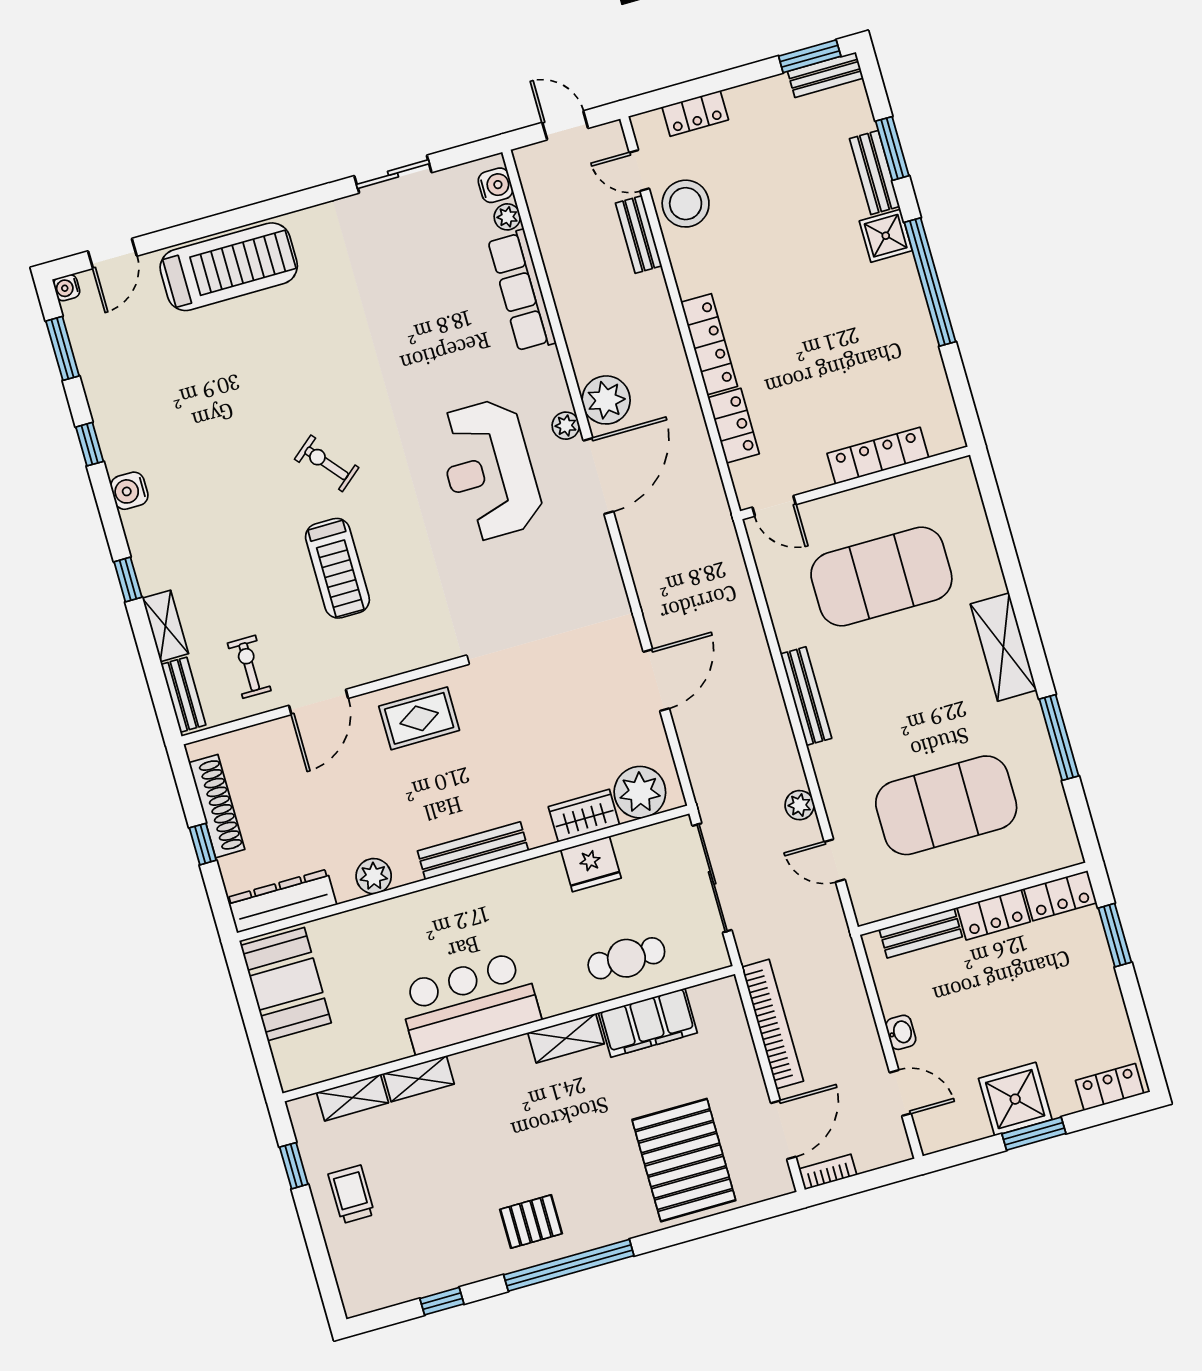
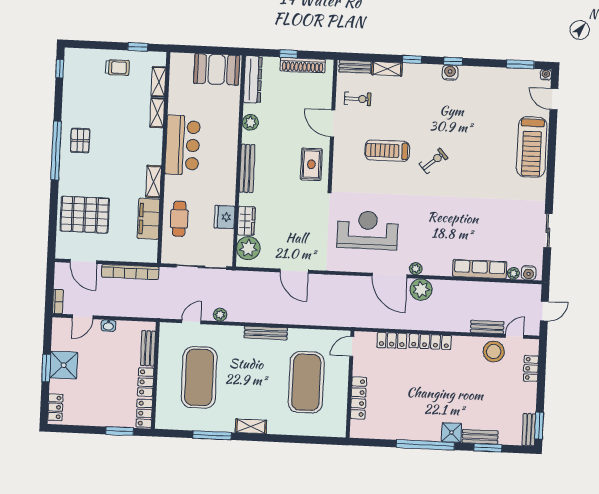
window: (90, 444) -> (453, 61), moved
reception desk: (489, 470) -> (368, 230), moved
shelving: (1003, 647) -> (251, 426), width x0.67, depth x0.75
bookcase: (828, 1172) -> (58, 302), moved
window: (442, 1301) -> (60, 69), moved

